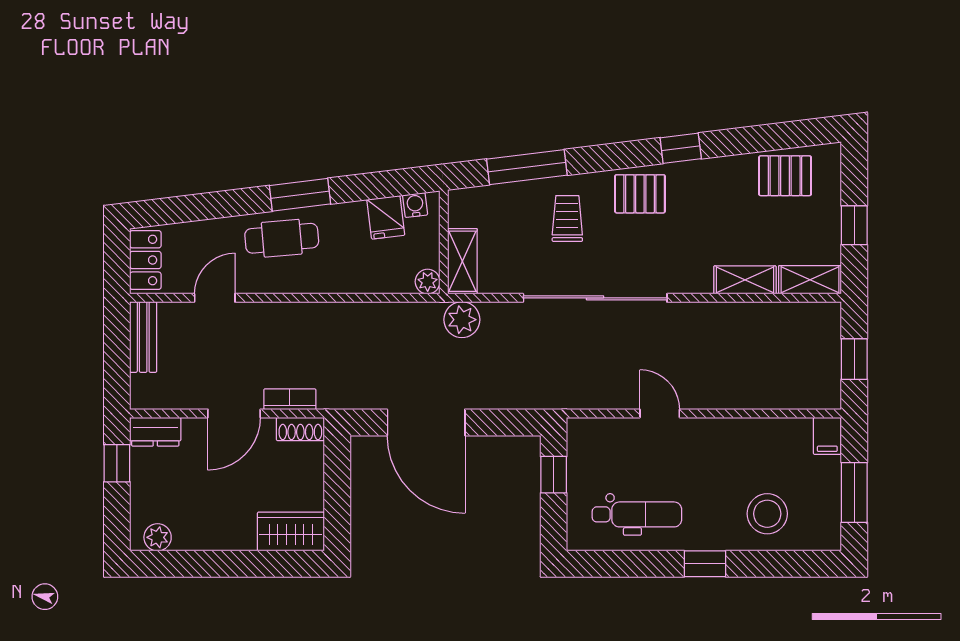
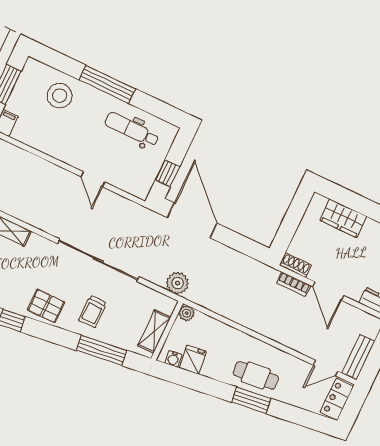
window: (300, 195) -> (251, 400), moved
shelving: (462, 261) -> (154, 331), moved
door: (215, 298) -> (326, 368), moved
door: (234, 413) -> (328, 291), swing flipped
door: (426, 422) -> (192, 220), moved
wardrobe: (291, 532) -> (343, 218), moved
window: (705, 564) -> (107, 84), width x2.17

